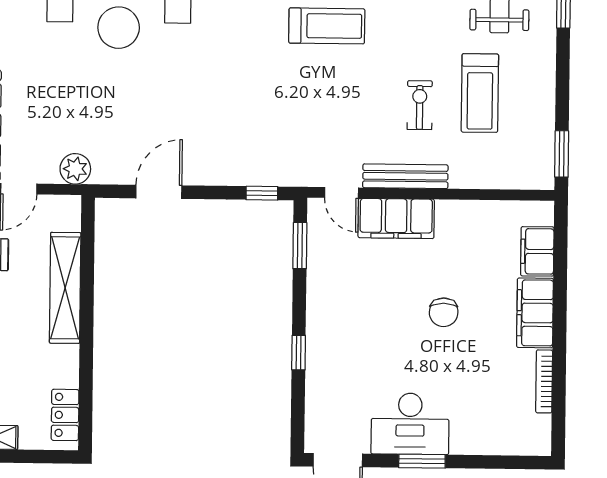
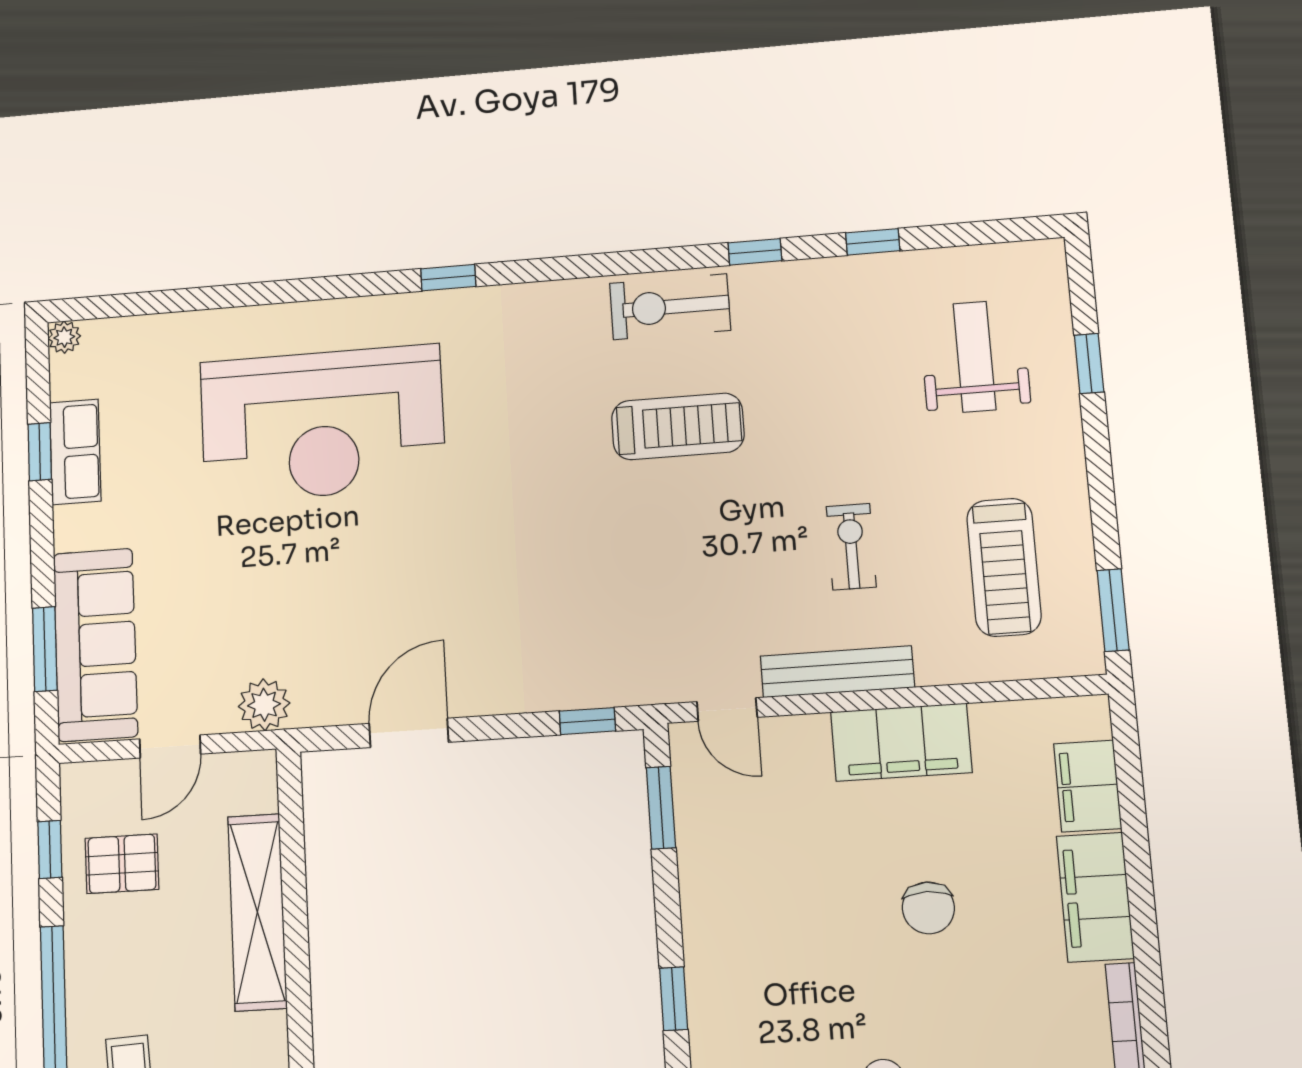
treadmill: (480, 93) -> (1004, 567), moved
filing cabinet: (396, 218) -> (901, 742), moved

